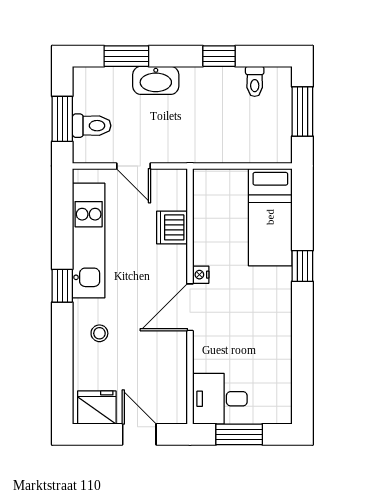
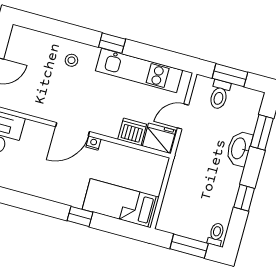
toilet: (255, 81) -> (216, 234), moved, turned 90
door: (190, 307) -> (72, 129), swing flipped
fridge: (97, 408) -> (159, 138), moved, turned -90

